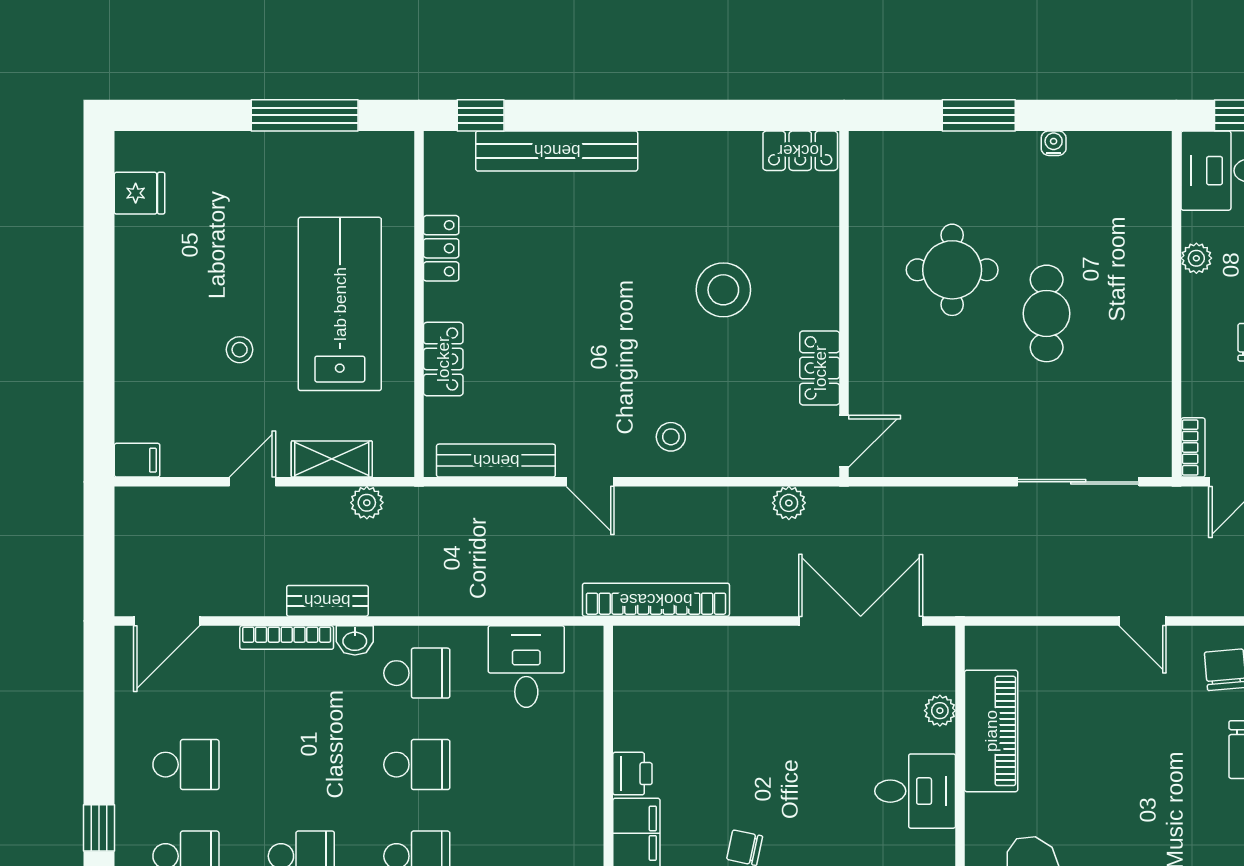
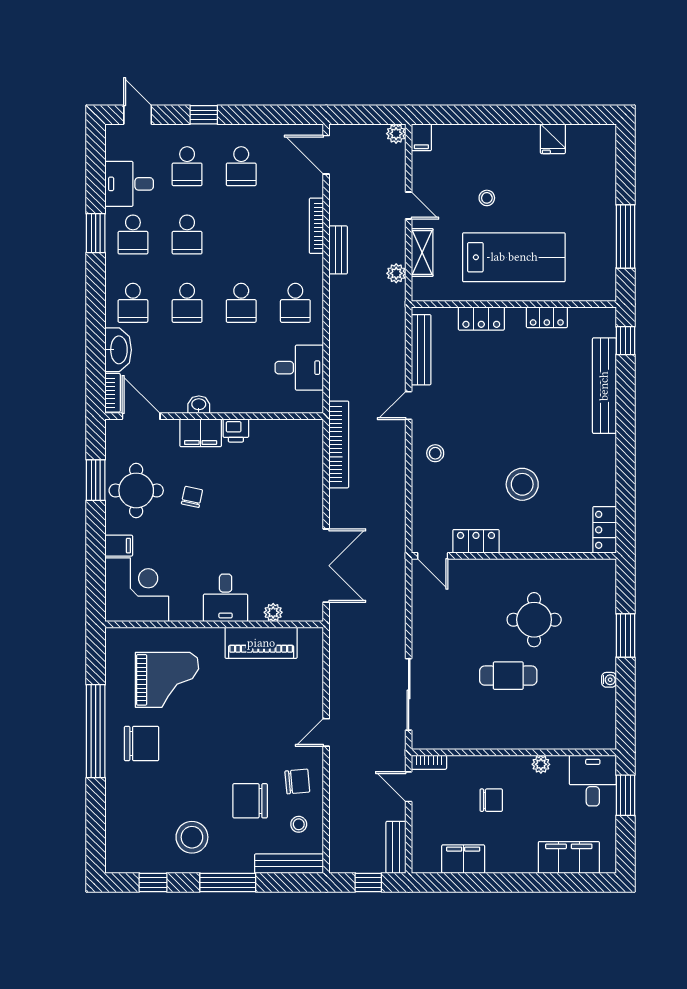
fridge: (140, 193) -> (553, 139), moved
plant: (789, 503) -> (396, 134), moved
washbasin: (355, 640) -> (199, 405), moved, turned 90

